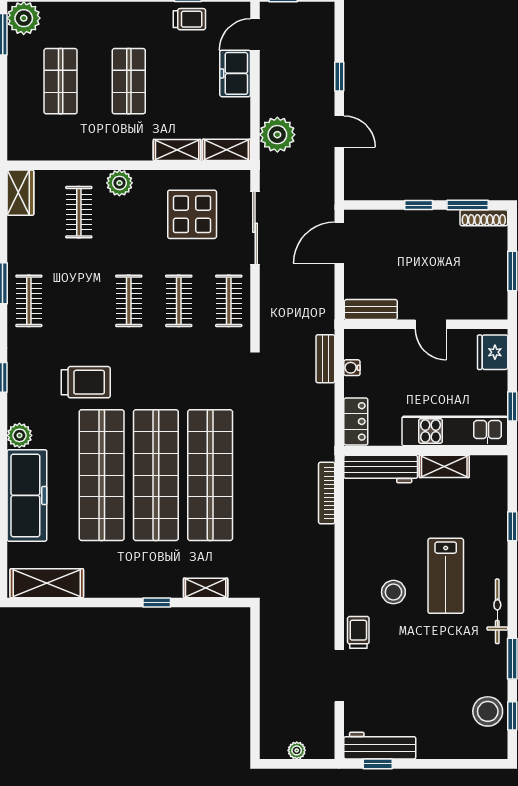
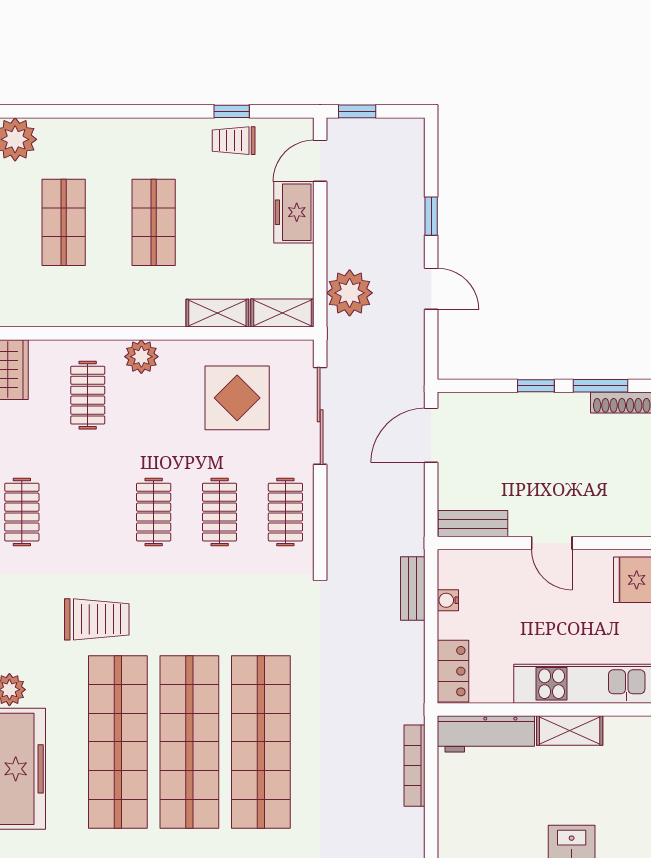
trolley: (189, 19) -> (234, 141), turned 180

